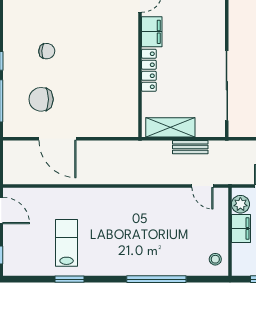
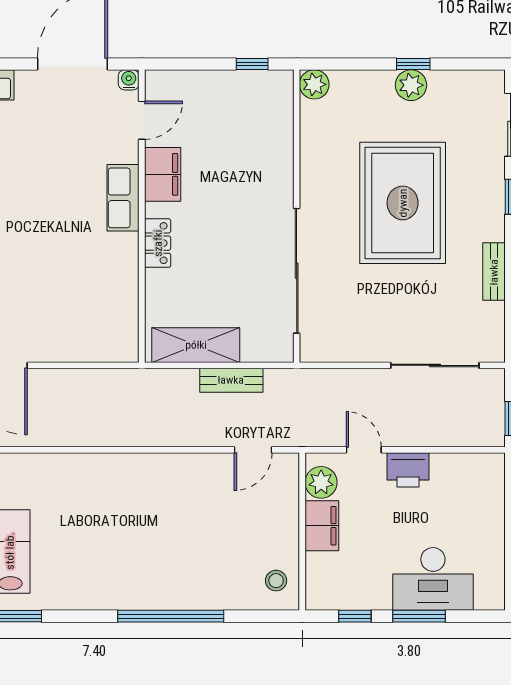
row of seats: (130, 45) -> (123, 198), added
locker: (149, 70) -> (158, 243), width x0.66
door: (202, 186) -> (253, 450), hinge flipped

